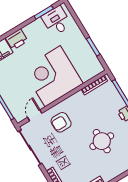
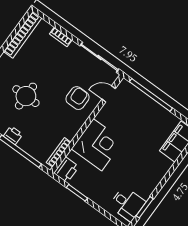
printer: (17, 39) -> (66, 170), moved, turned 180
corner desk: (53, 76) -> (97, 145), width x0.74, depth x0.74
door: (35, 115) -> (109, 94), swing flipped

